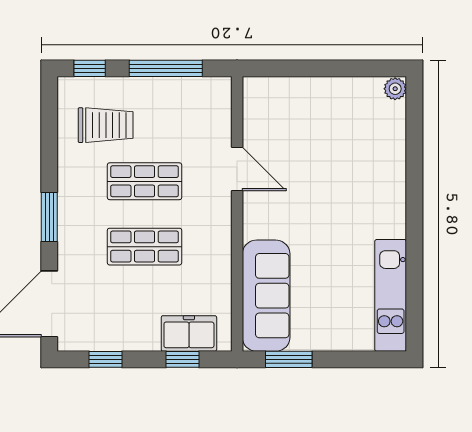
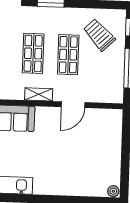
trolley: (106, 125) -> (99, 35), turned 136
shelving: (220, 234) -> (39, 94), added

